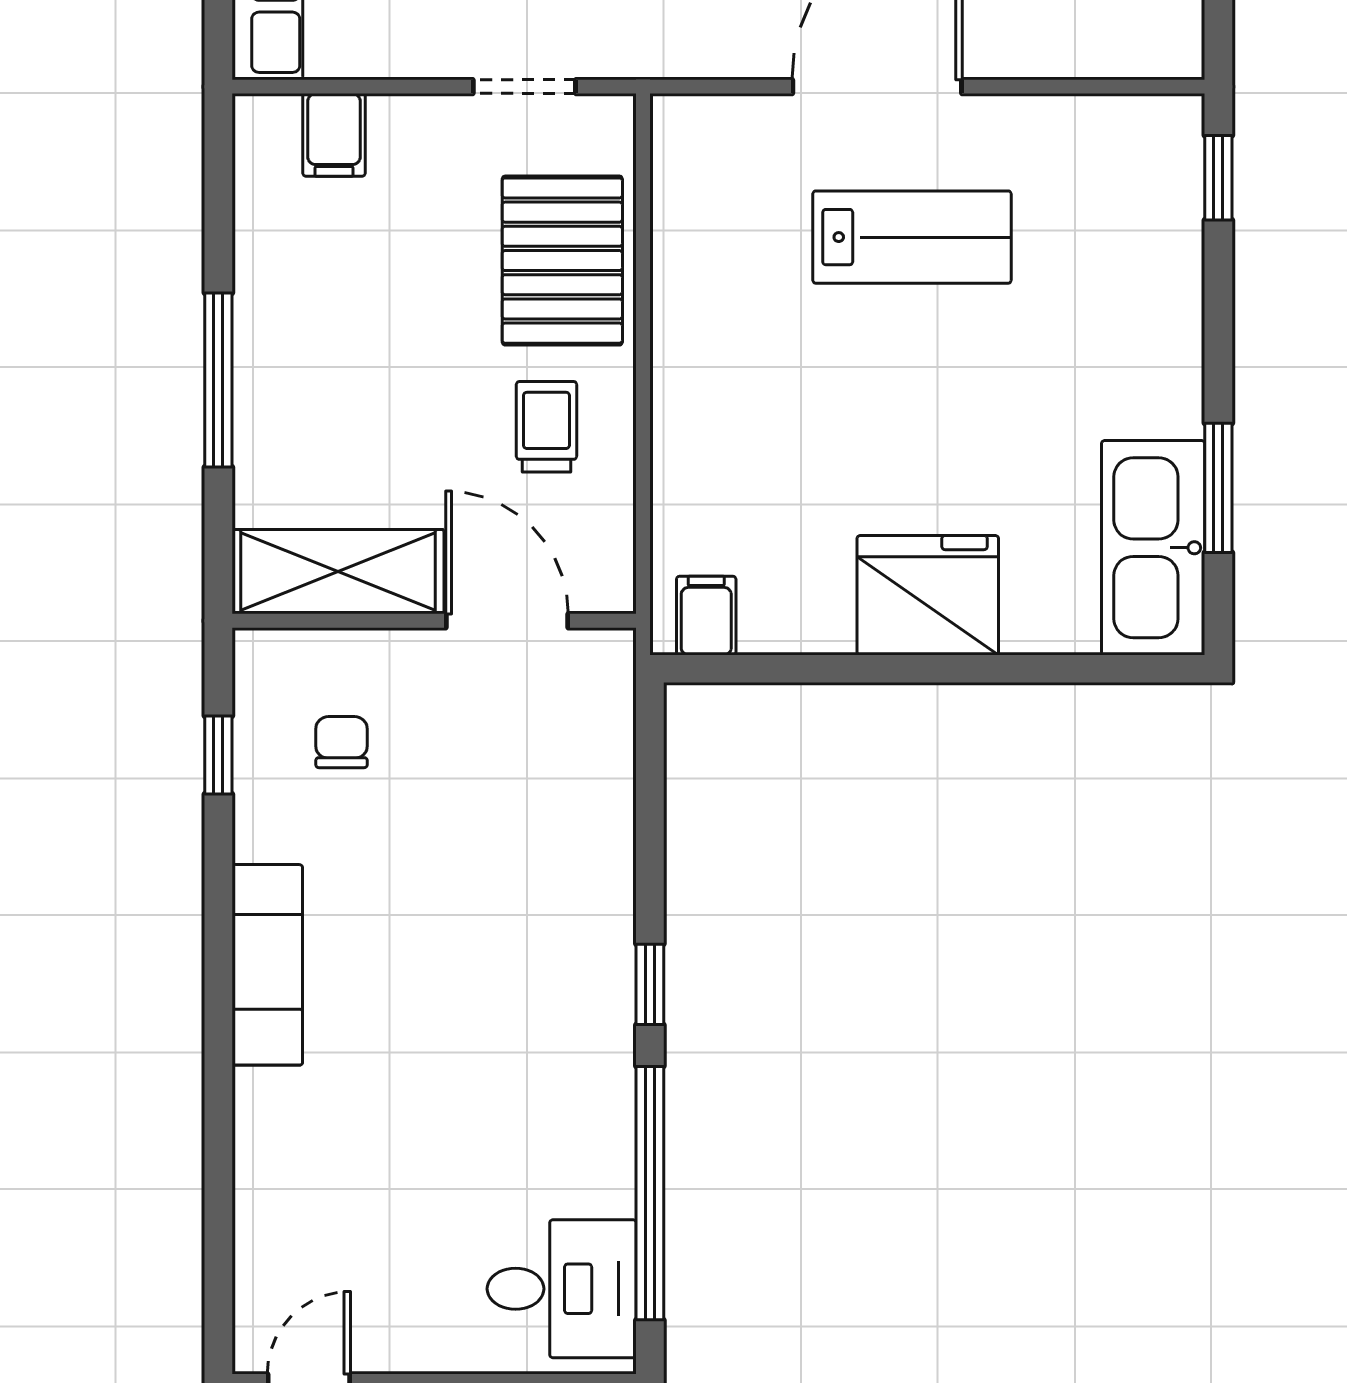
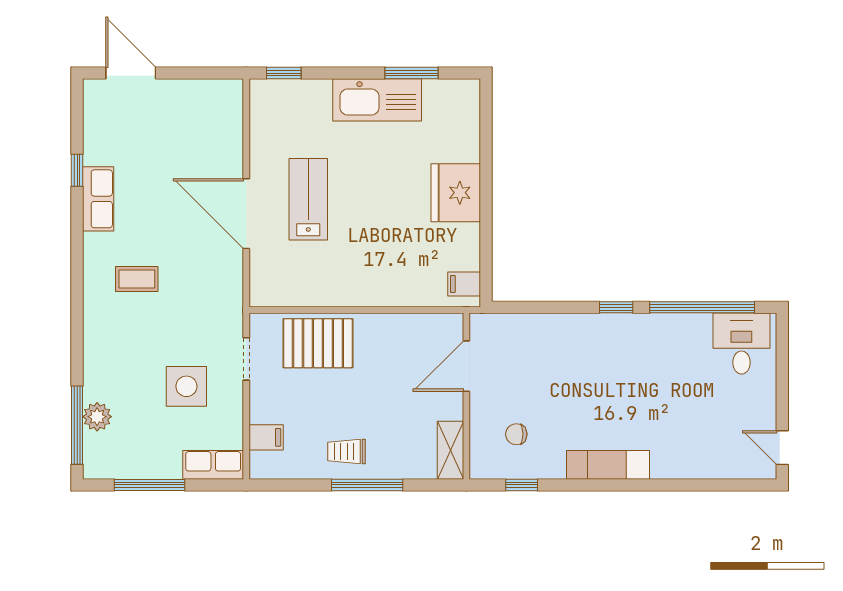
trolley: (546, 427) -> (347, 451), moved
kitchen sink: (1153, 548) -> (377, 100), moved
shelving: (338, 572) -> (450, 450), width x0.67, depth x0.75

